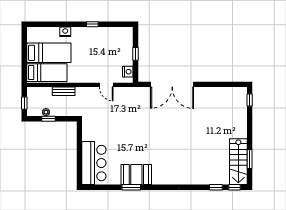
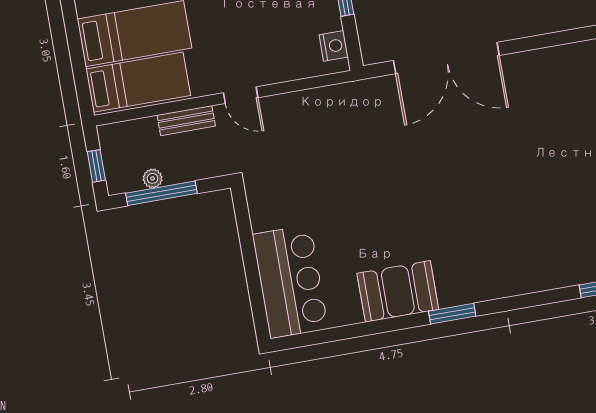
door: (106, 85) -> (241, 95), moved
window: (49, 119) -> (161, 193), width x2.17
window: (131, 187) -> (452, 314), moved

